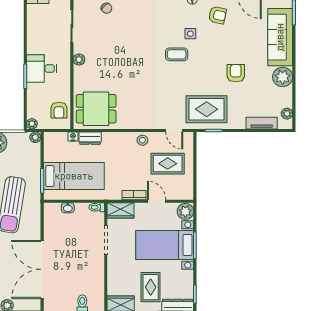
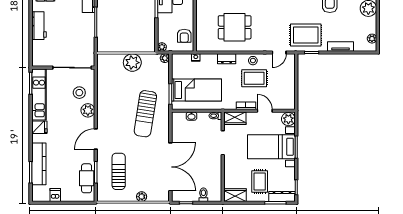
dining table: (96, 109) -> (235, 27), moved
tv unit: (262, 123) -> (341, 46), moved
door: (174, 130) -> (279, 52), hinge flipped
dresser: (90, 138) -> (227, 59), moved
rug: (168, 164) -> (254, 78), moved
double door: (42, 269) -> (170, 167), swing flipped

